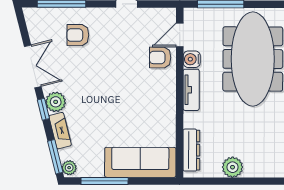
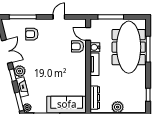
door: (180, 35) -> (88, 34), hinge flipped

